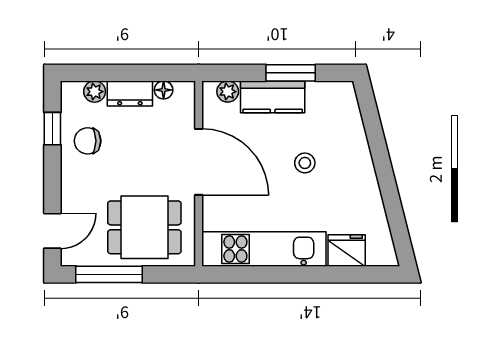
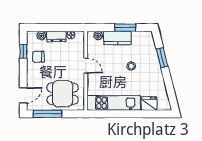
window: (377, 143) -> (162, 58), added
door: (199, 162) -> (86, 66), width x0.53

